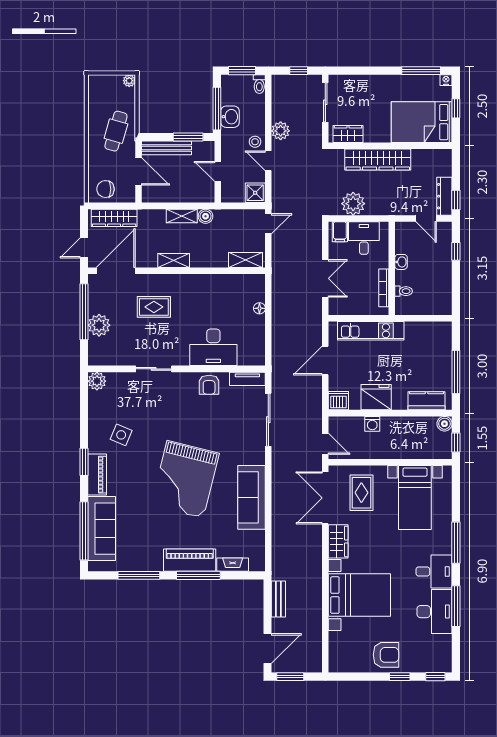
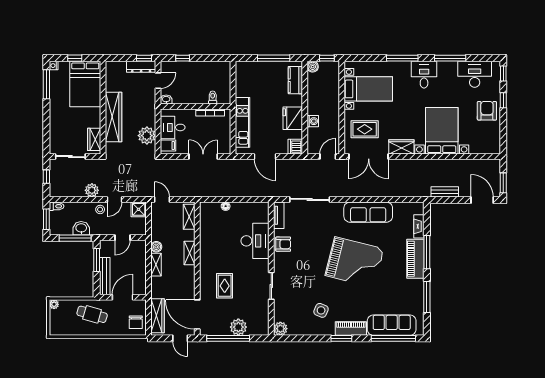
shelving: (174, 260) -> (190, 253), moved
washbasin: (401, 262) -> (166, 99), moved
desk: (434, 612) -> (475, 74), moved

